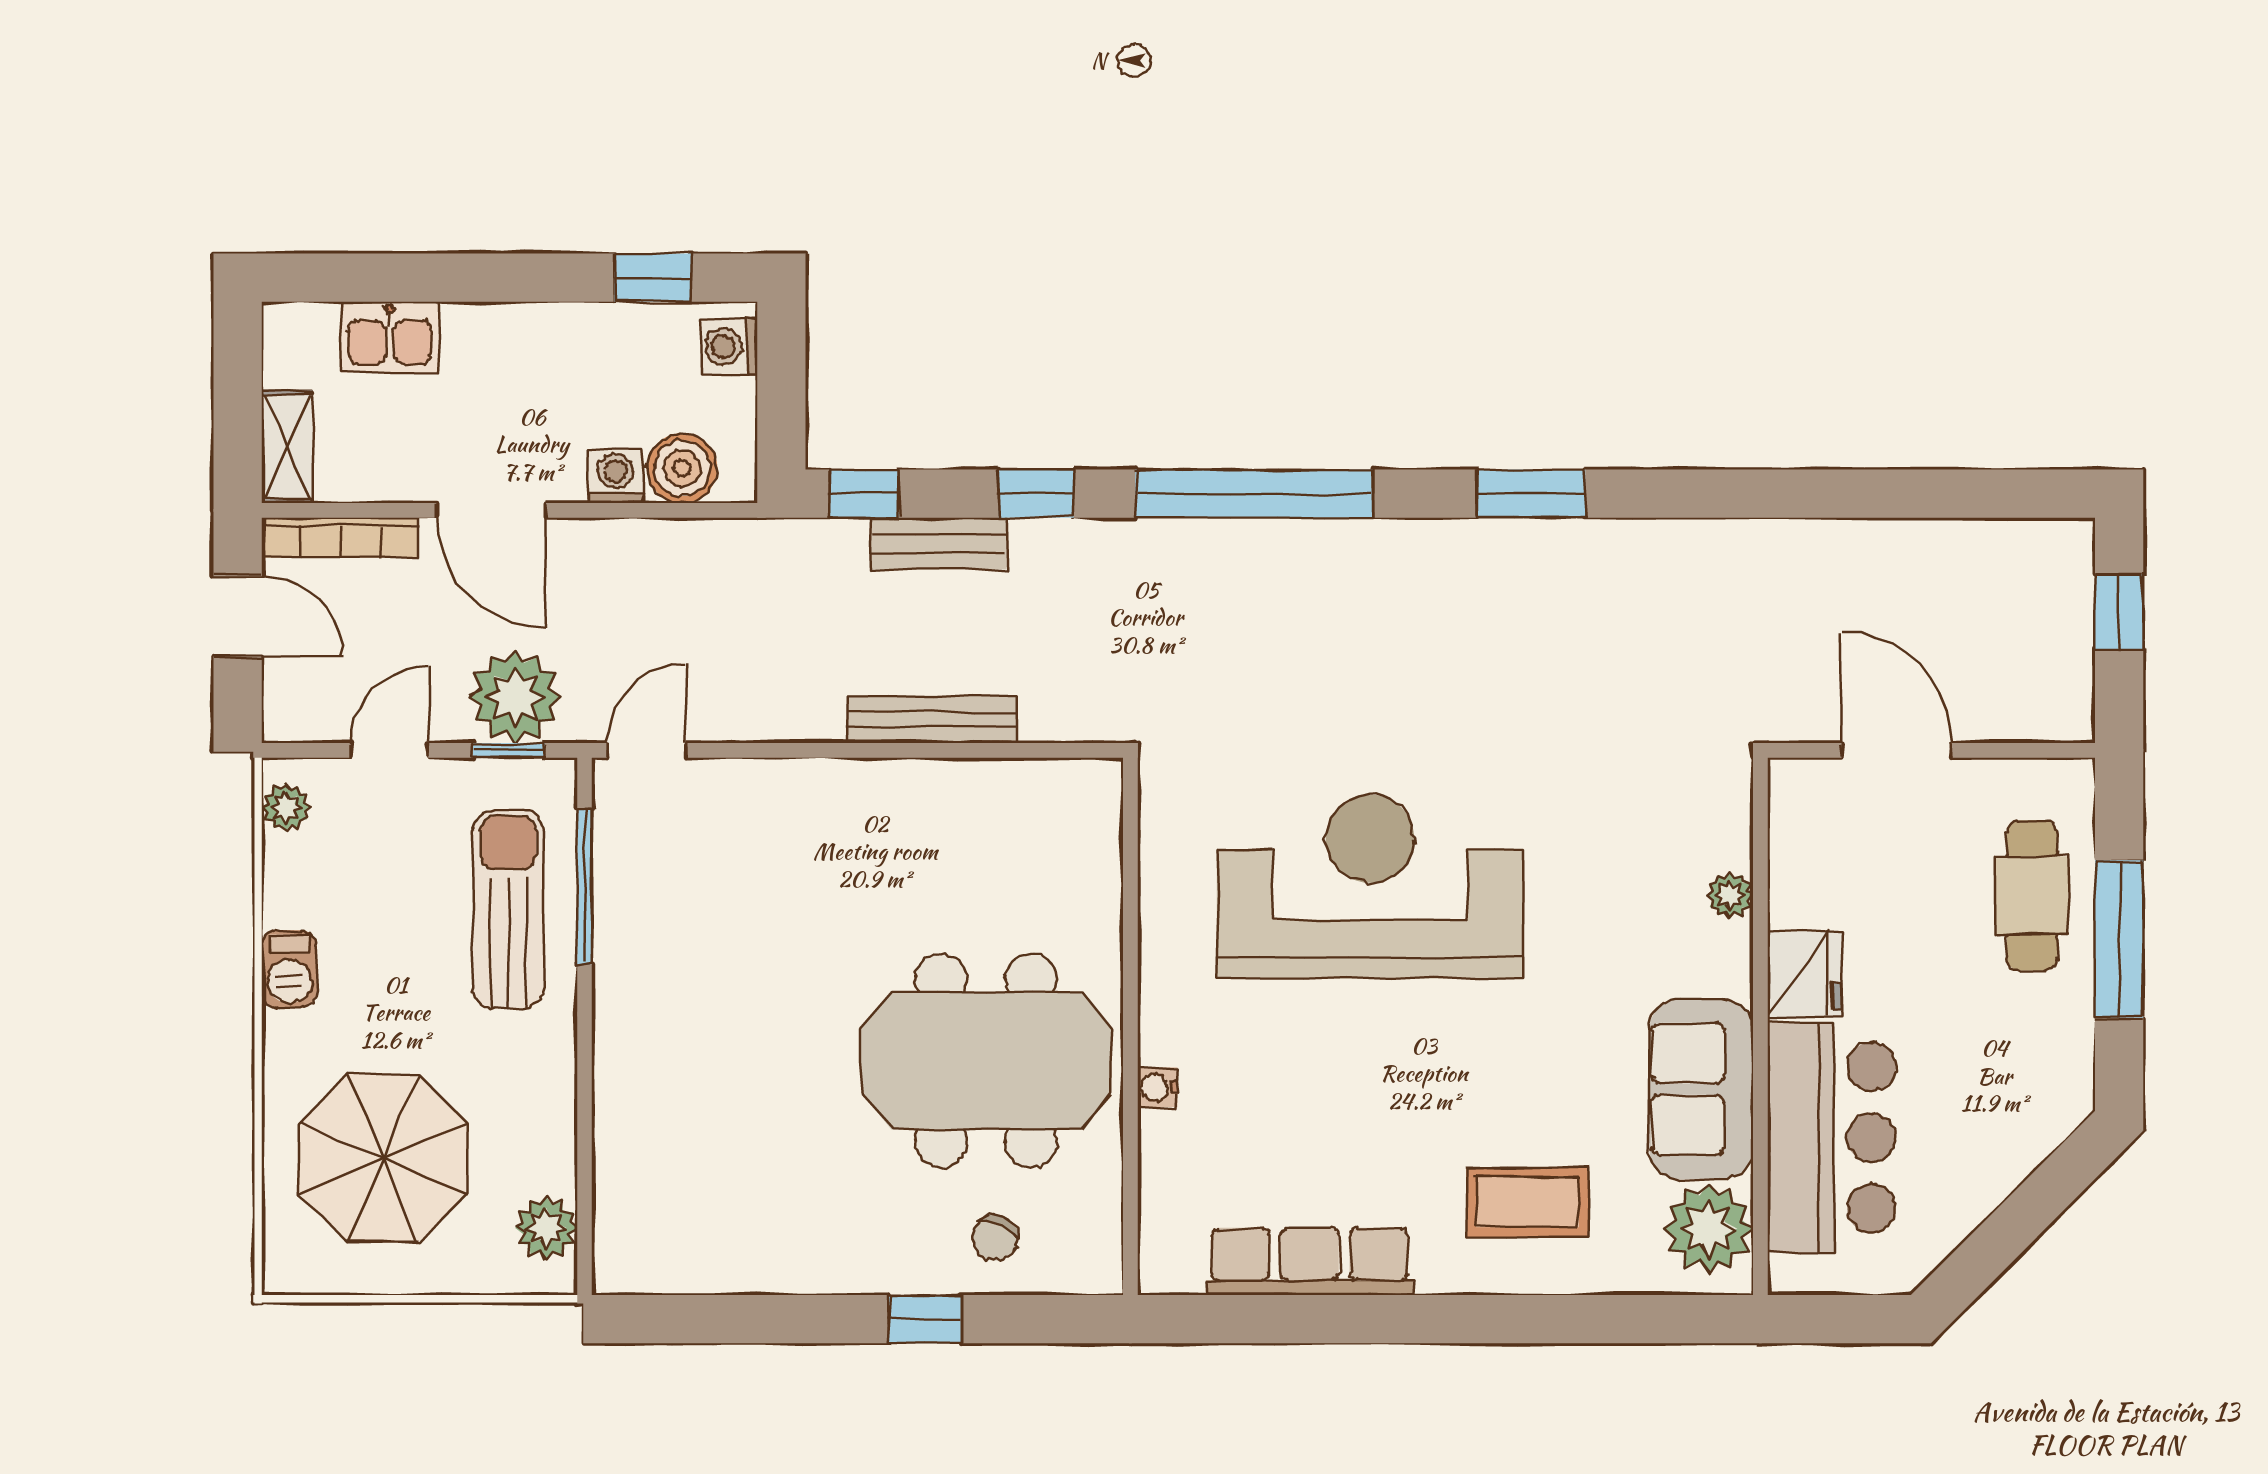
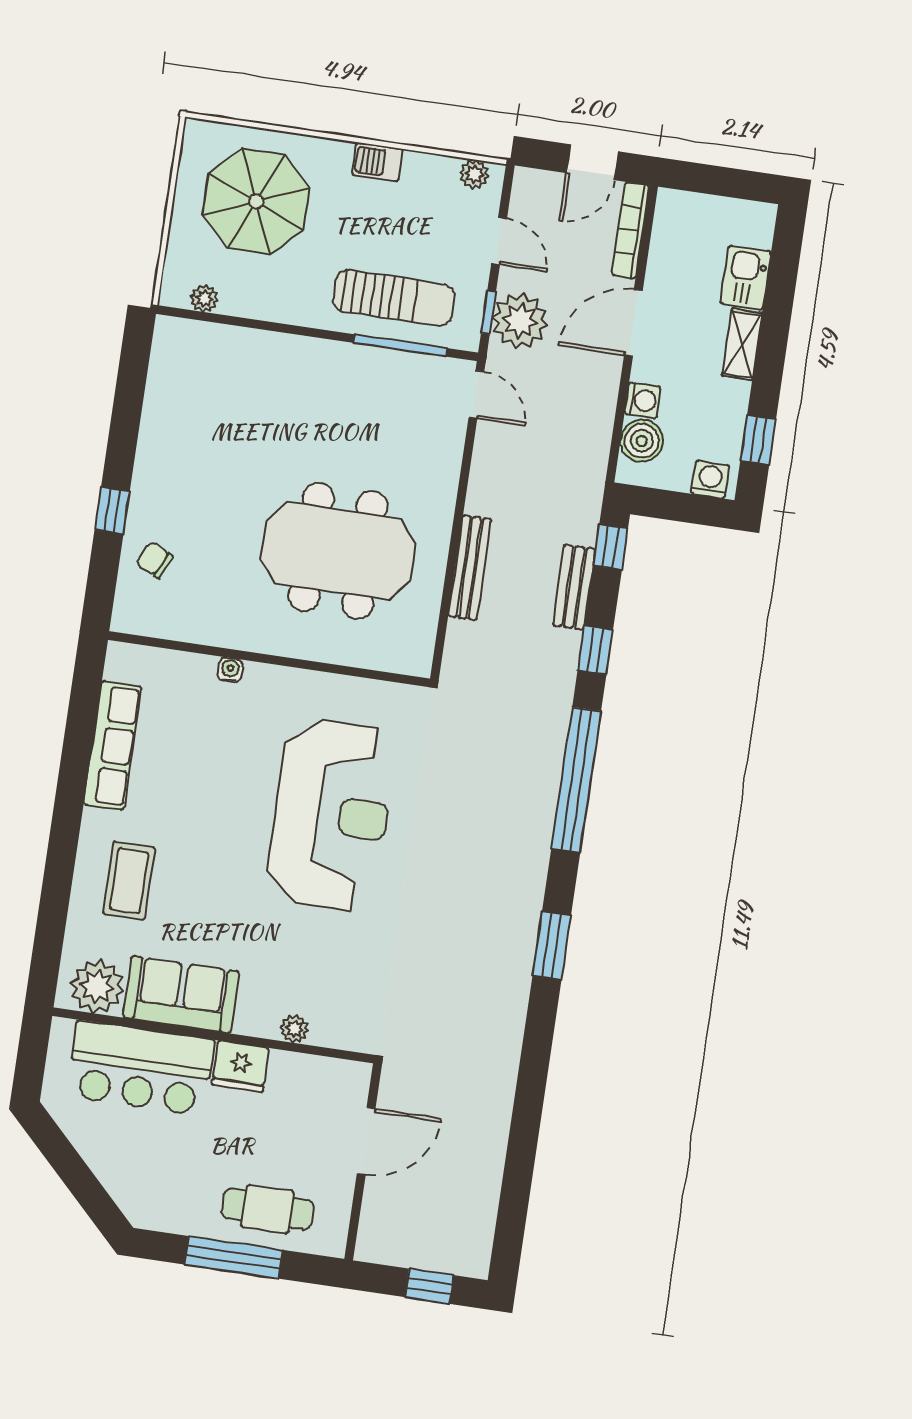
shelving: (287, 447) -> (742, 344), moved, turned 90
meeting table: (986, 1061) -> (338, 551), moved, turned 90
plant: (546, 1228) -> (204, 298), width x0.73, depth x0.73

